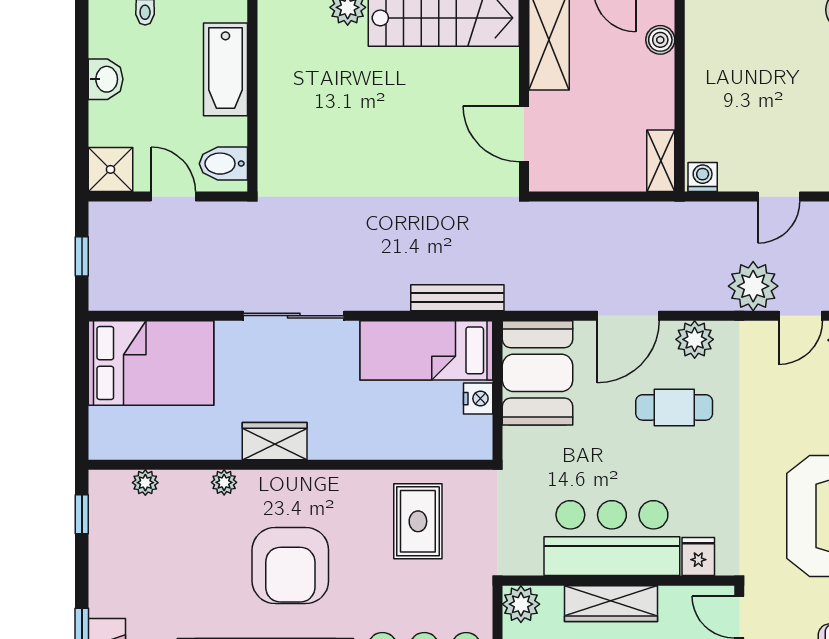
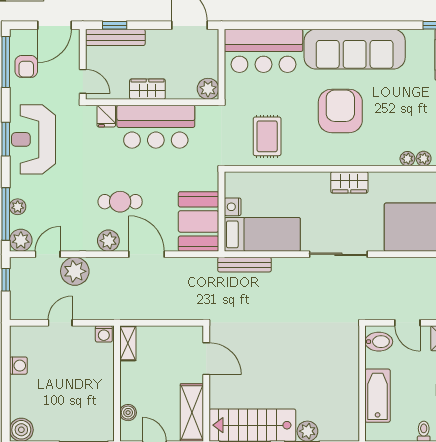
door: (628, 316) -> (147, 254), hinge flipped
plant: (224, 482) -> (407, 159), moved
wardrobe: (611, 604) -> (147, 89), width x0.67

